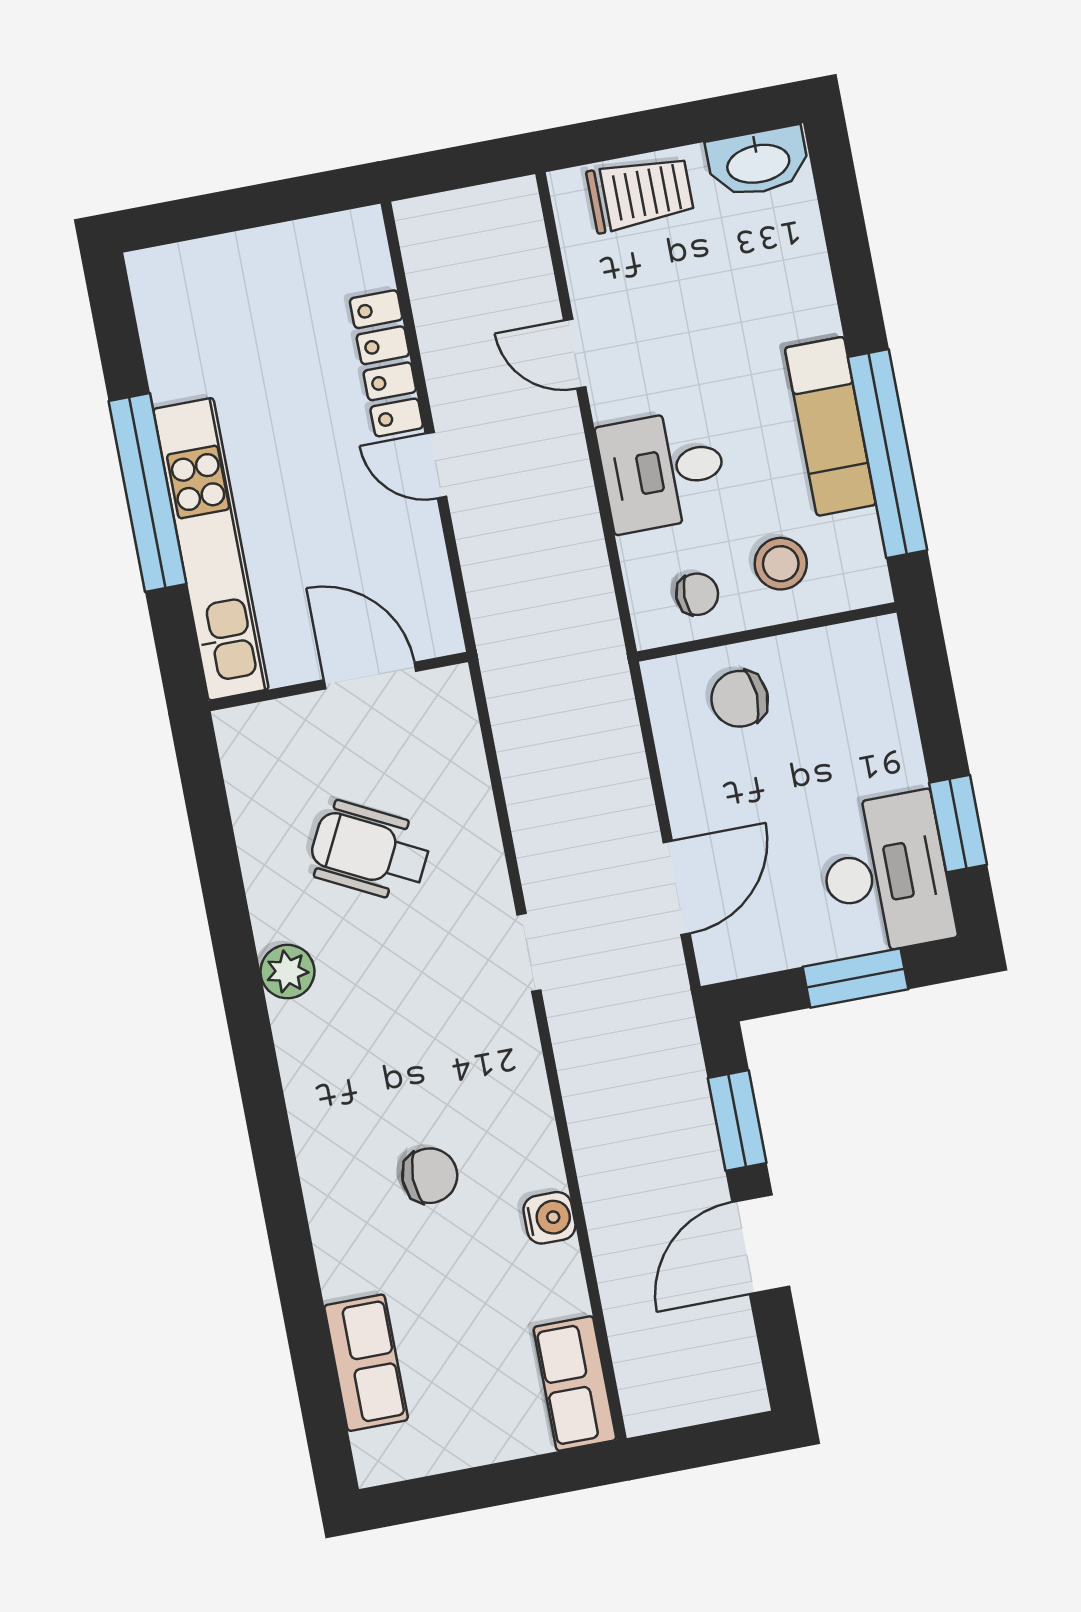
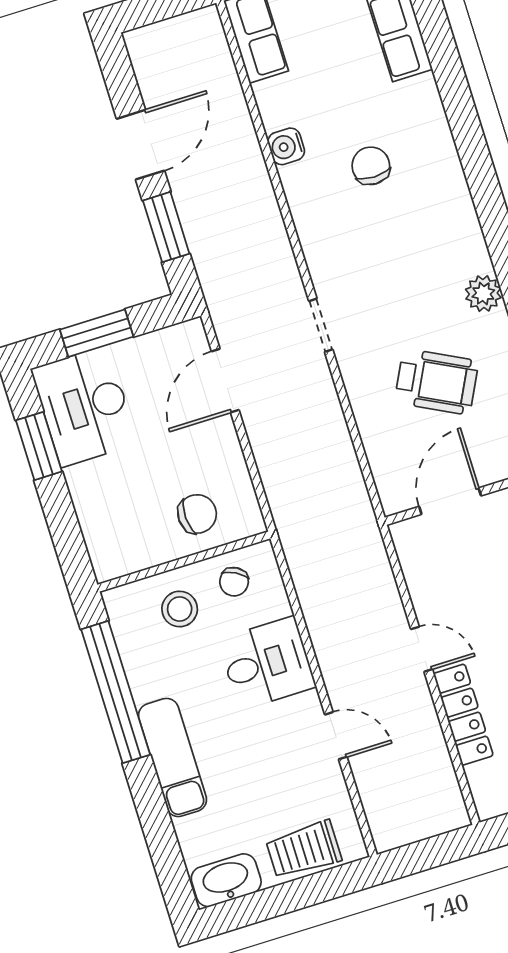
exam couch: (830, 426) -> (173, 757), moved
chair: (697, 594) -> (234, 582), turned -61
door: (370, 675) -> (450, 501), swing flipped
chair: (430, 1176) -> (371, 166), turned 90

